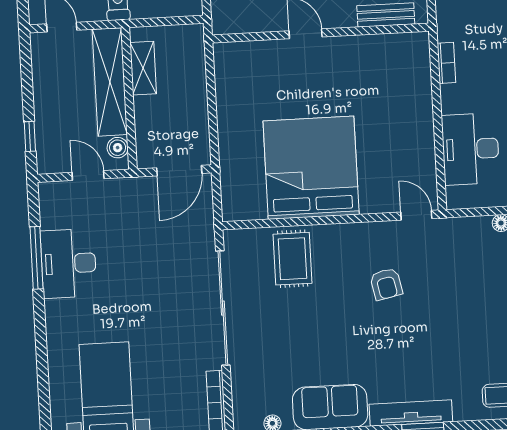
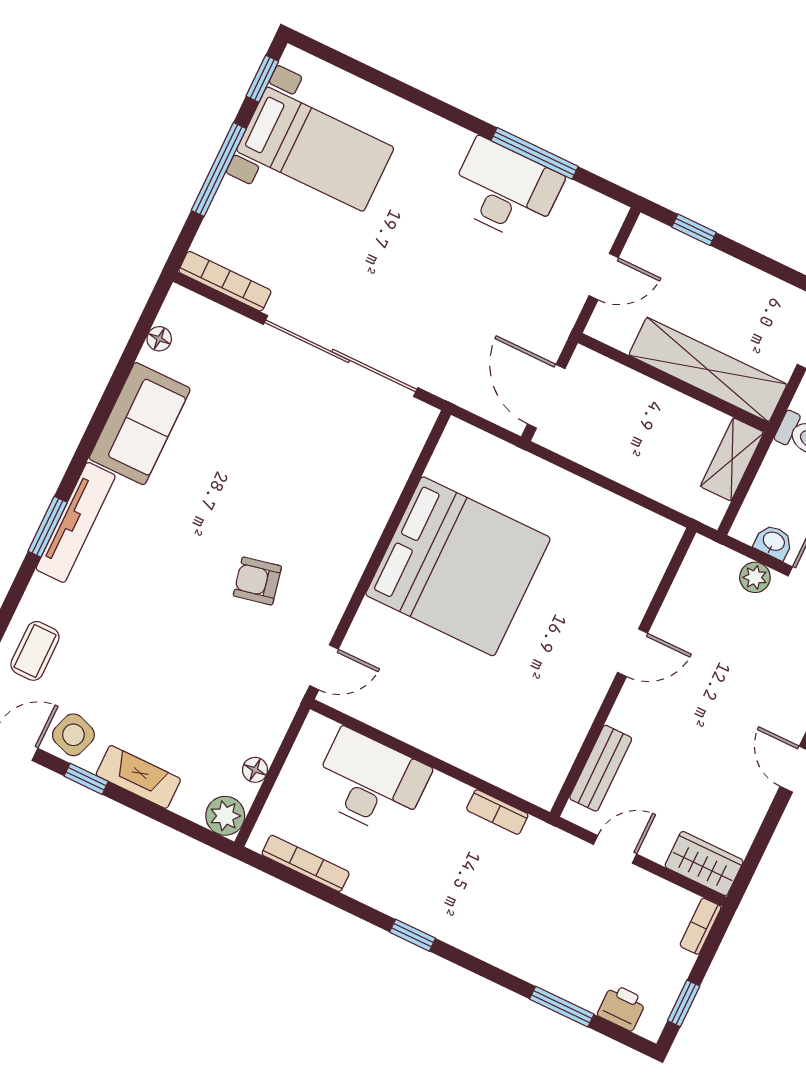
shelving: (143, 68) -> (732, 459), moved, turned 90
boiler: (118, 148) -> (619, 334), removed
rug: (293, 259) -> (355, 479), removed

